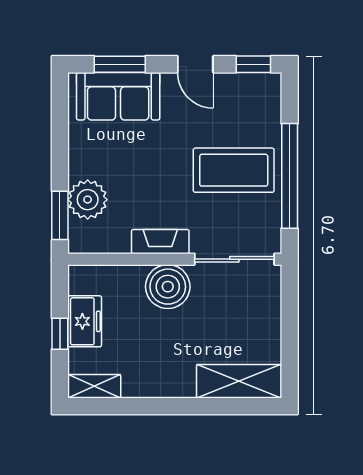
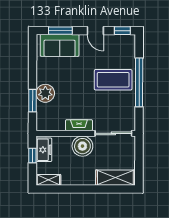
fireplace: (160, 242) -> (79, 125), moved
wall: (175, 259) -> (86, 133), moved
sliding door: (234, 259) -> (113, 133), moved
boiler: (168, 287) -> (82, 146), moved

